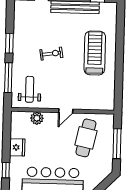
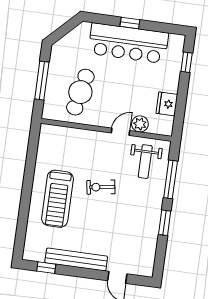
exercise bike: (51, 54) -> (101, 187), moved
door: (66, 111) -> (120, 132), moved
fridge: (17, 147) -> (167, 104), moved

